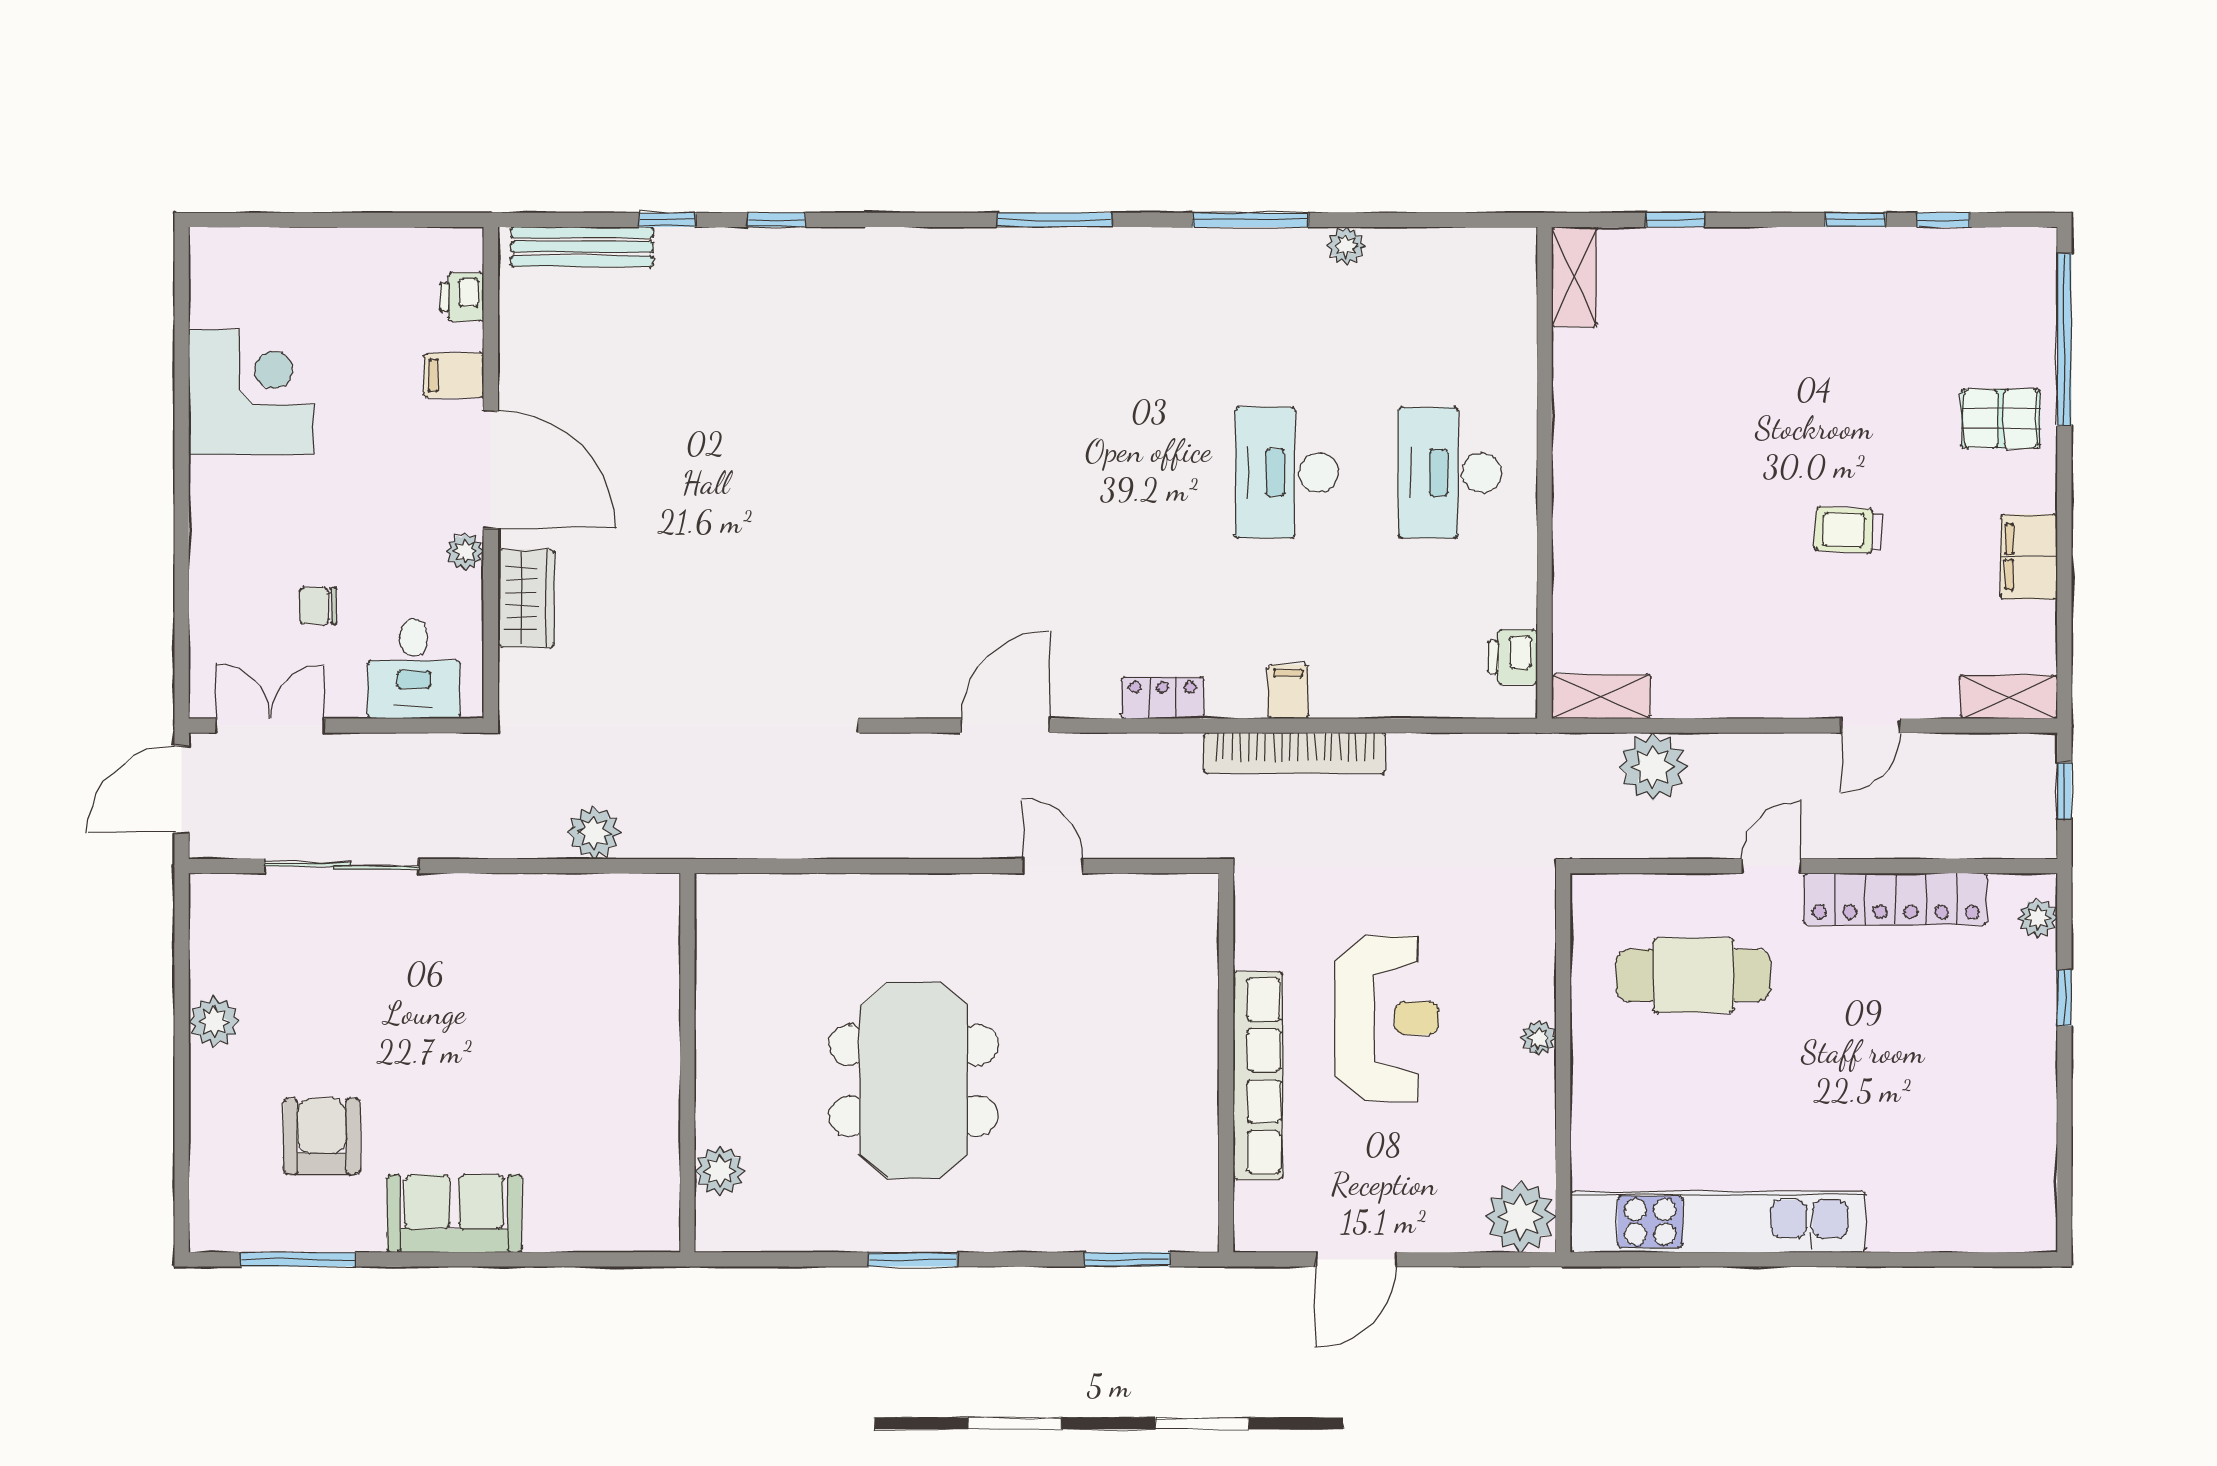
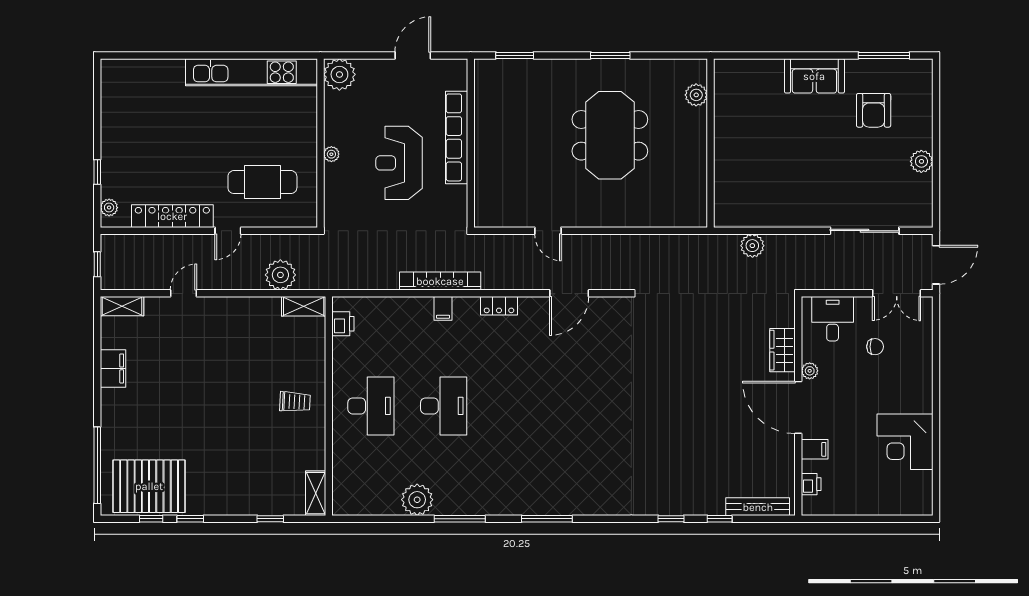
plant: (1346, 246) -> (417, 500), width x1.88, depth x1.88
pallet: (2001, 419) -> (149, 486), moved, width x2.05, depth x2.00
trolley: (1848, 530) -> (295, 402), moved

